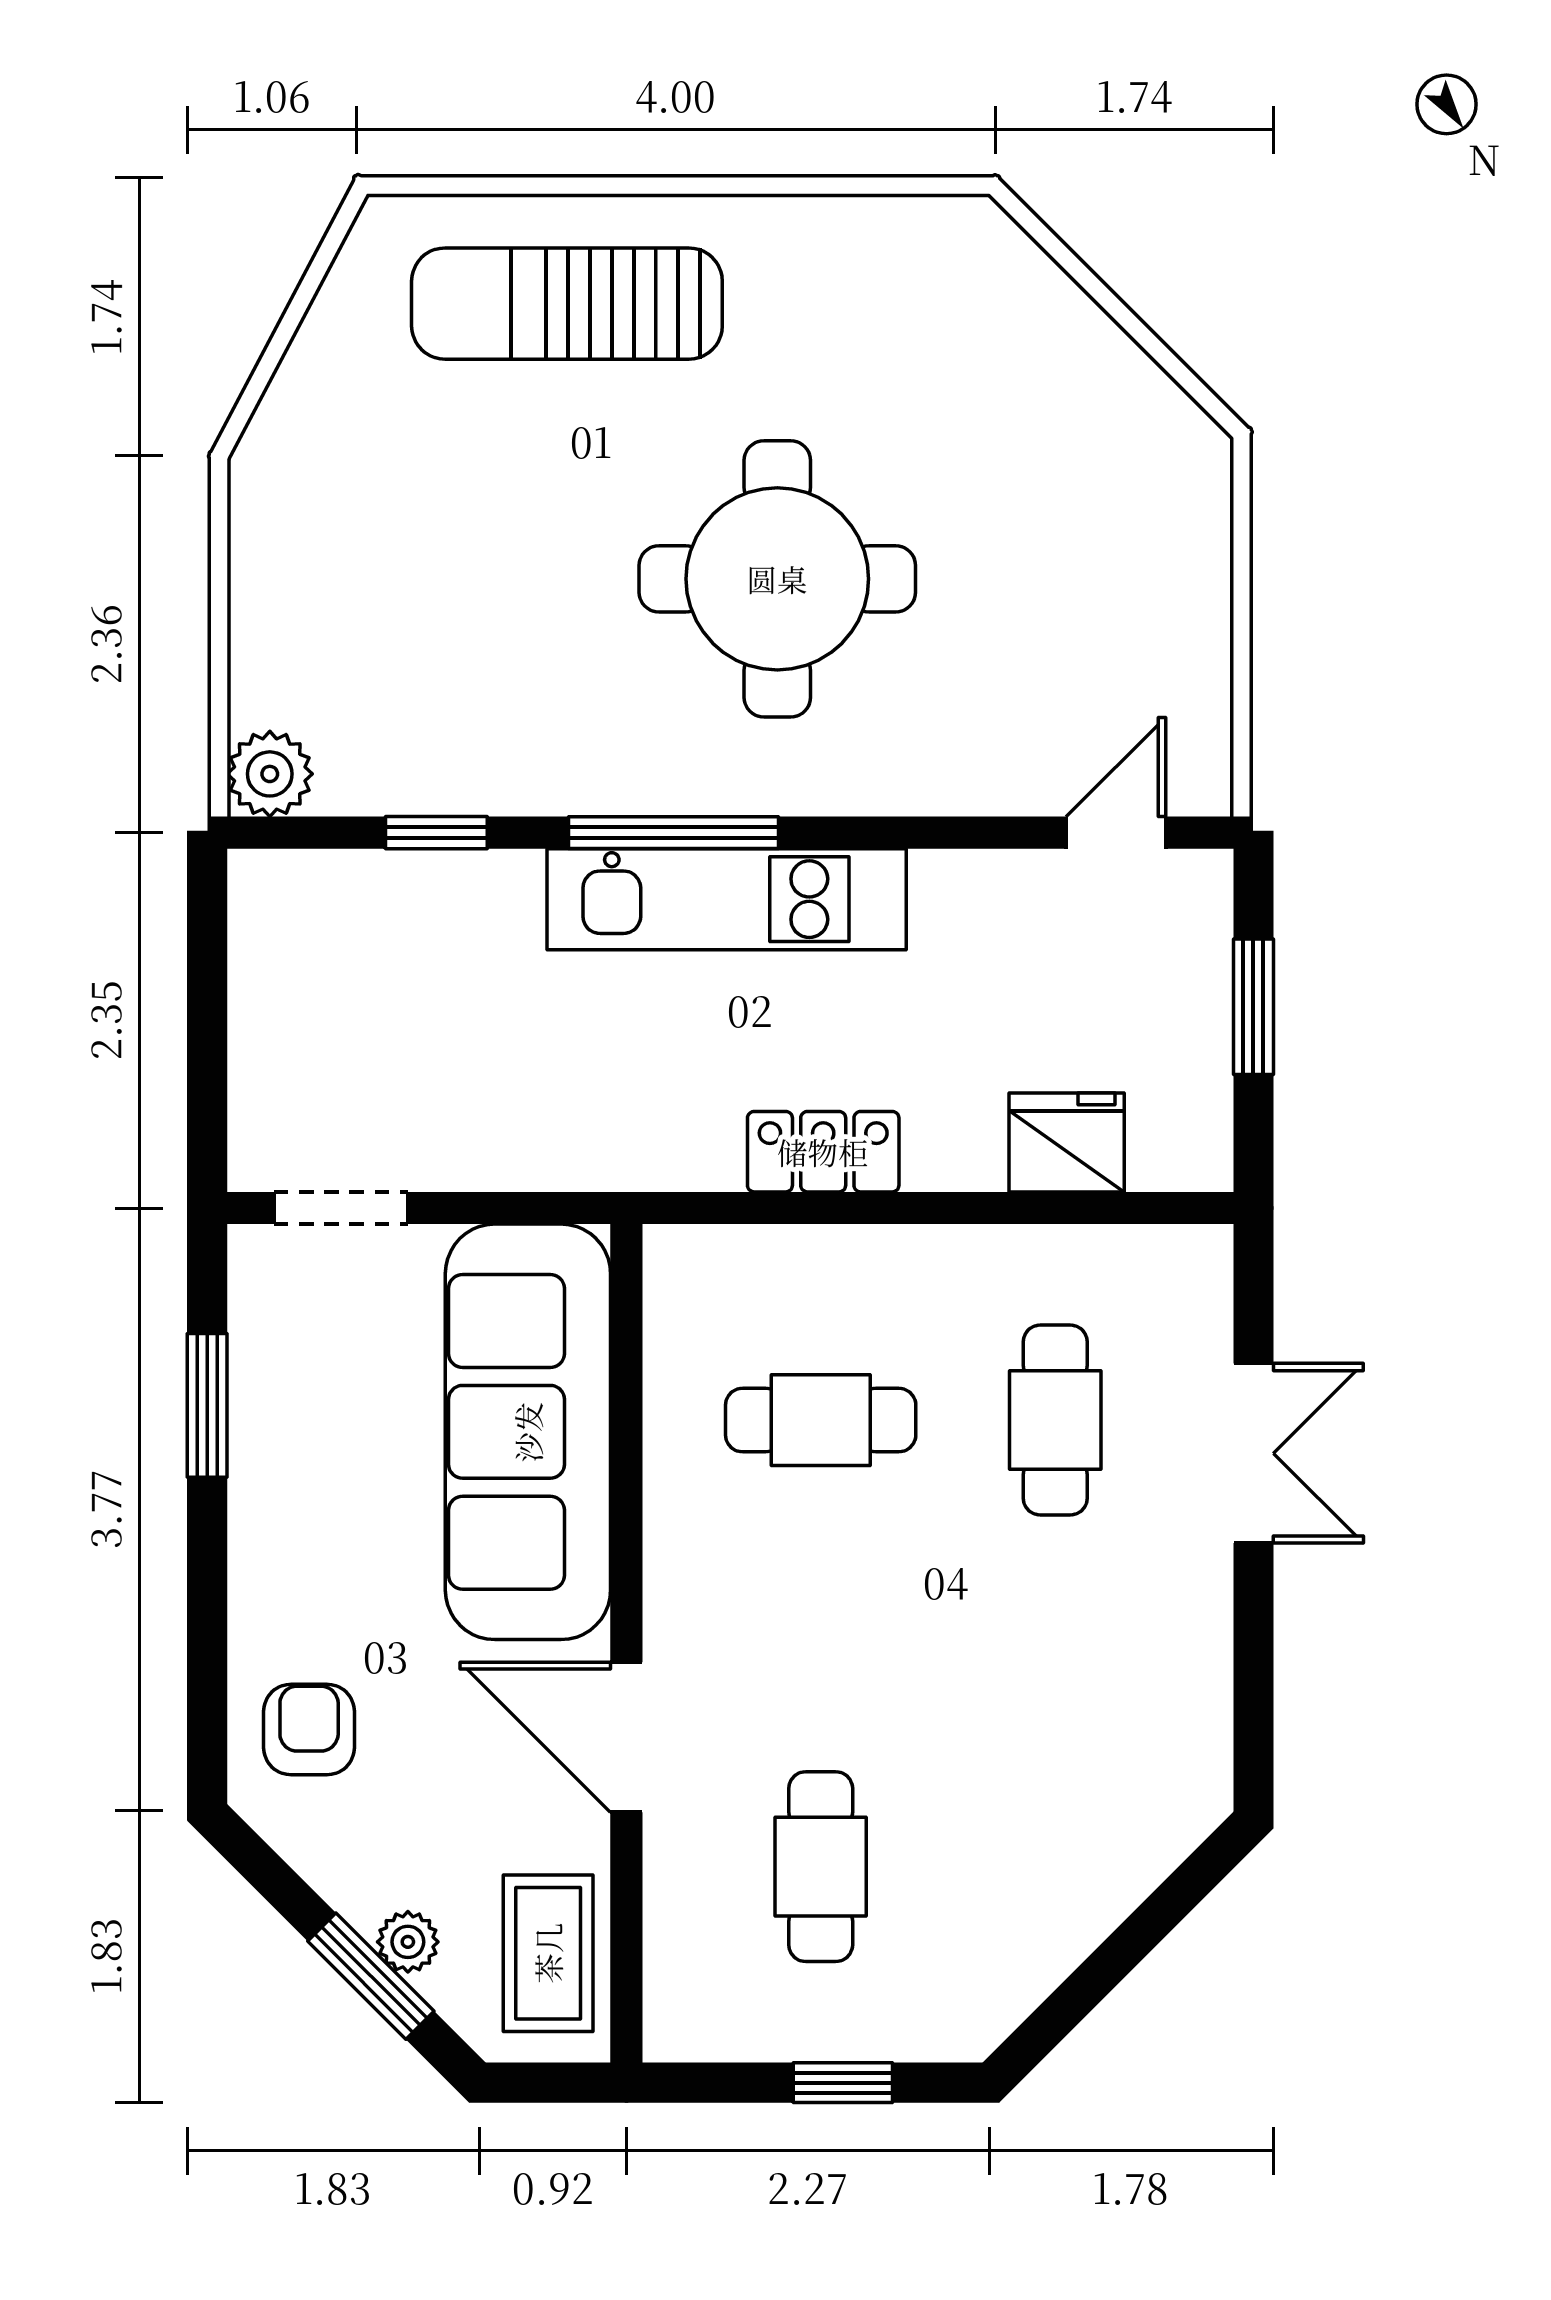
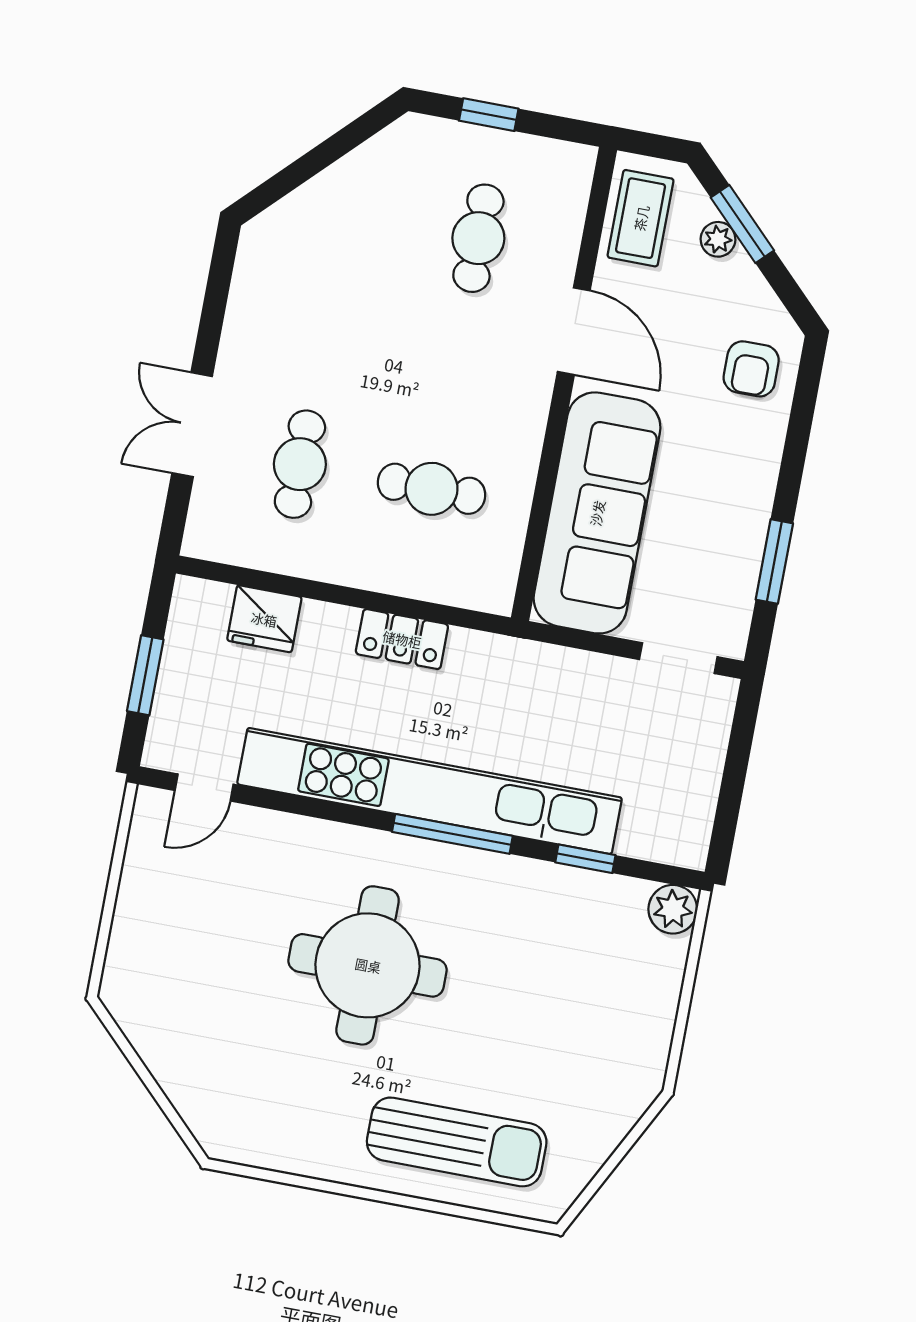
kitchen unit: (727, 899) -> (430, 791), width x1.86

